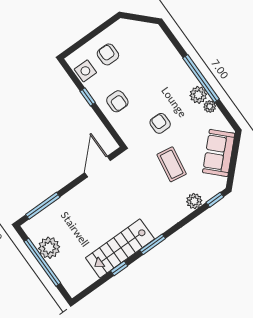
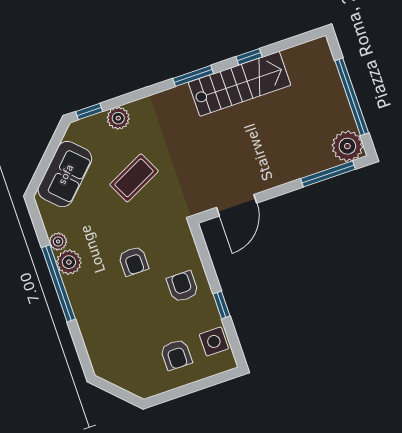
armchair: (160, 123) -> (134, 261), moved
coffee table: (172, 164) -> (134, 178), turned 55
plant: (49, 248) -> (347, 146), moved

